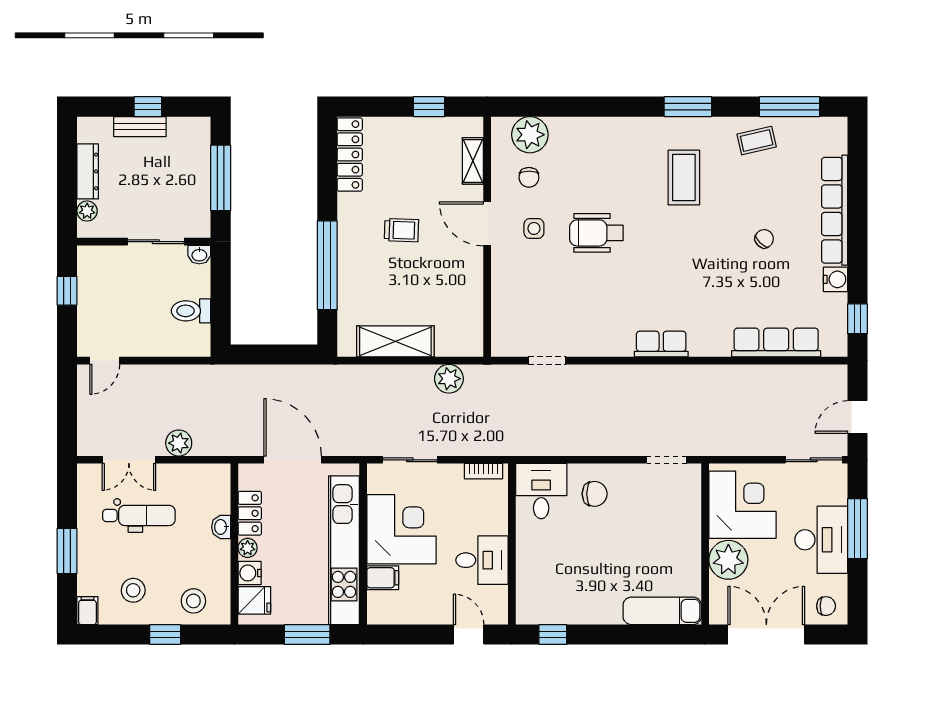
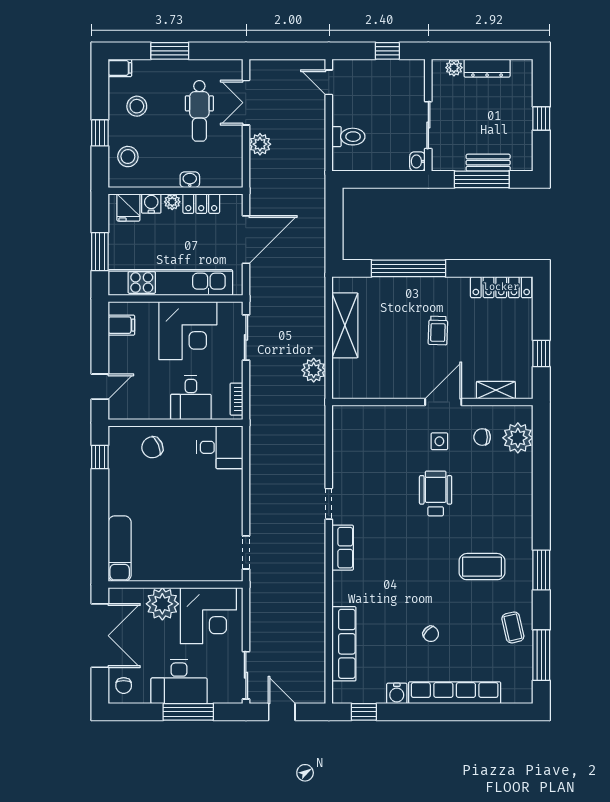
bench: (140, 127) -> (488, 163), moved, turned 90
toilet: (191, 311) -> (348, 137), moved, turned 90
doorway: (547, 361) -> (329, 504), moved
chair: (595, 494) -> (152, 447), moved, turned 66
desk: (482, 560) -> (191, 398), moved
filing cabinet: (383, 578) -> (121, 325), moved, turned -90

